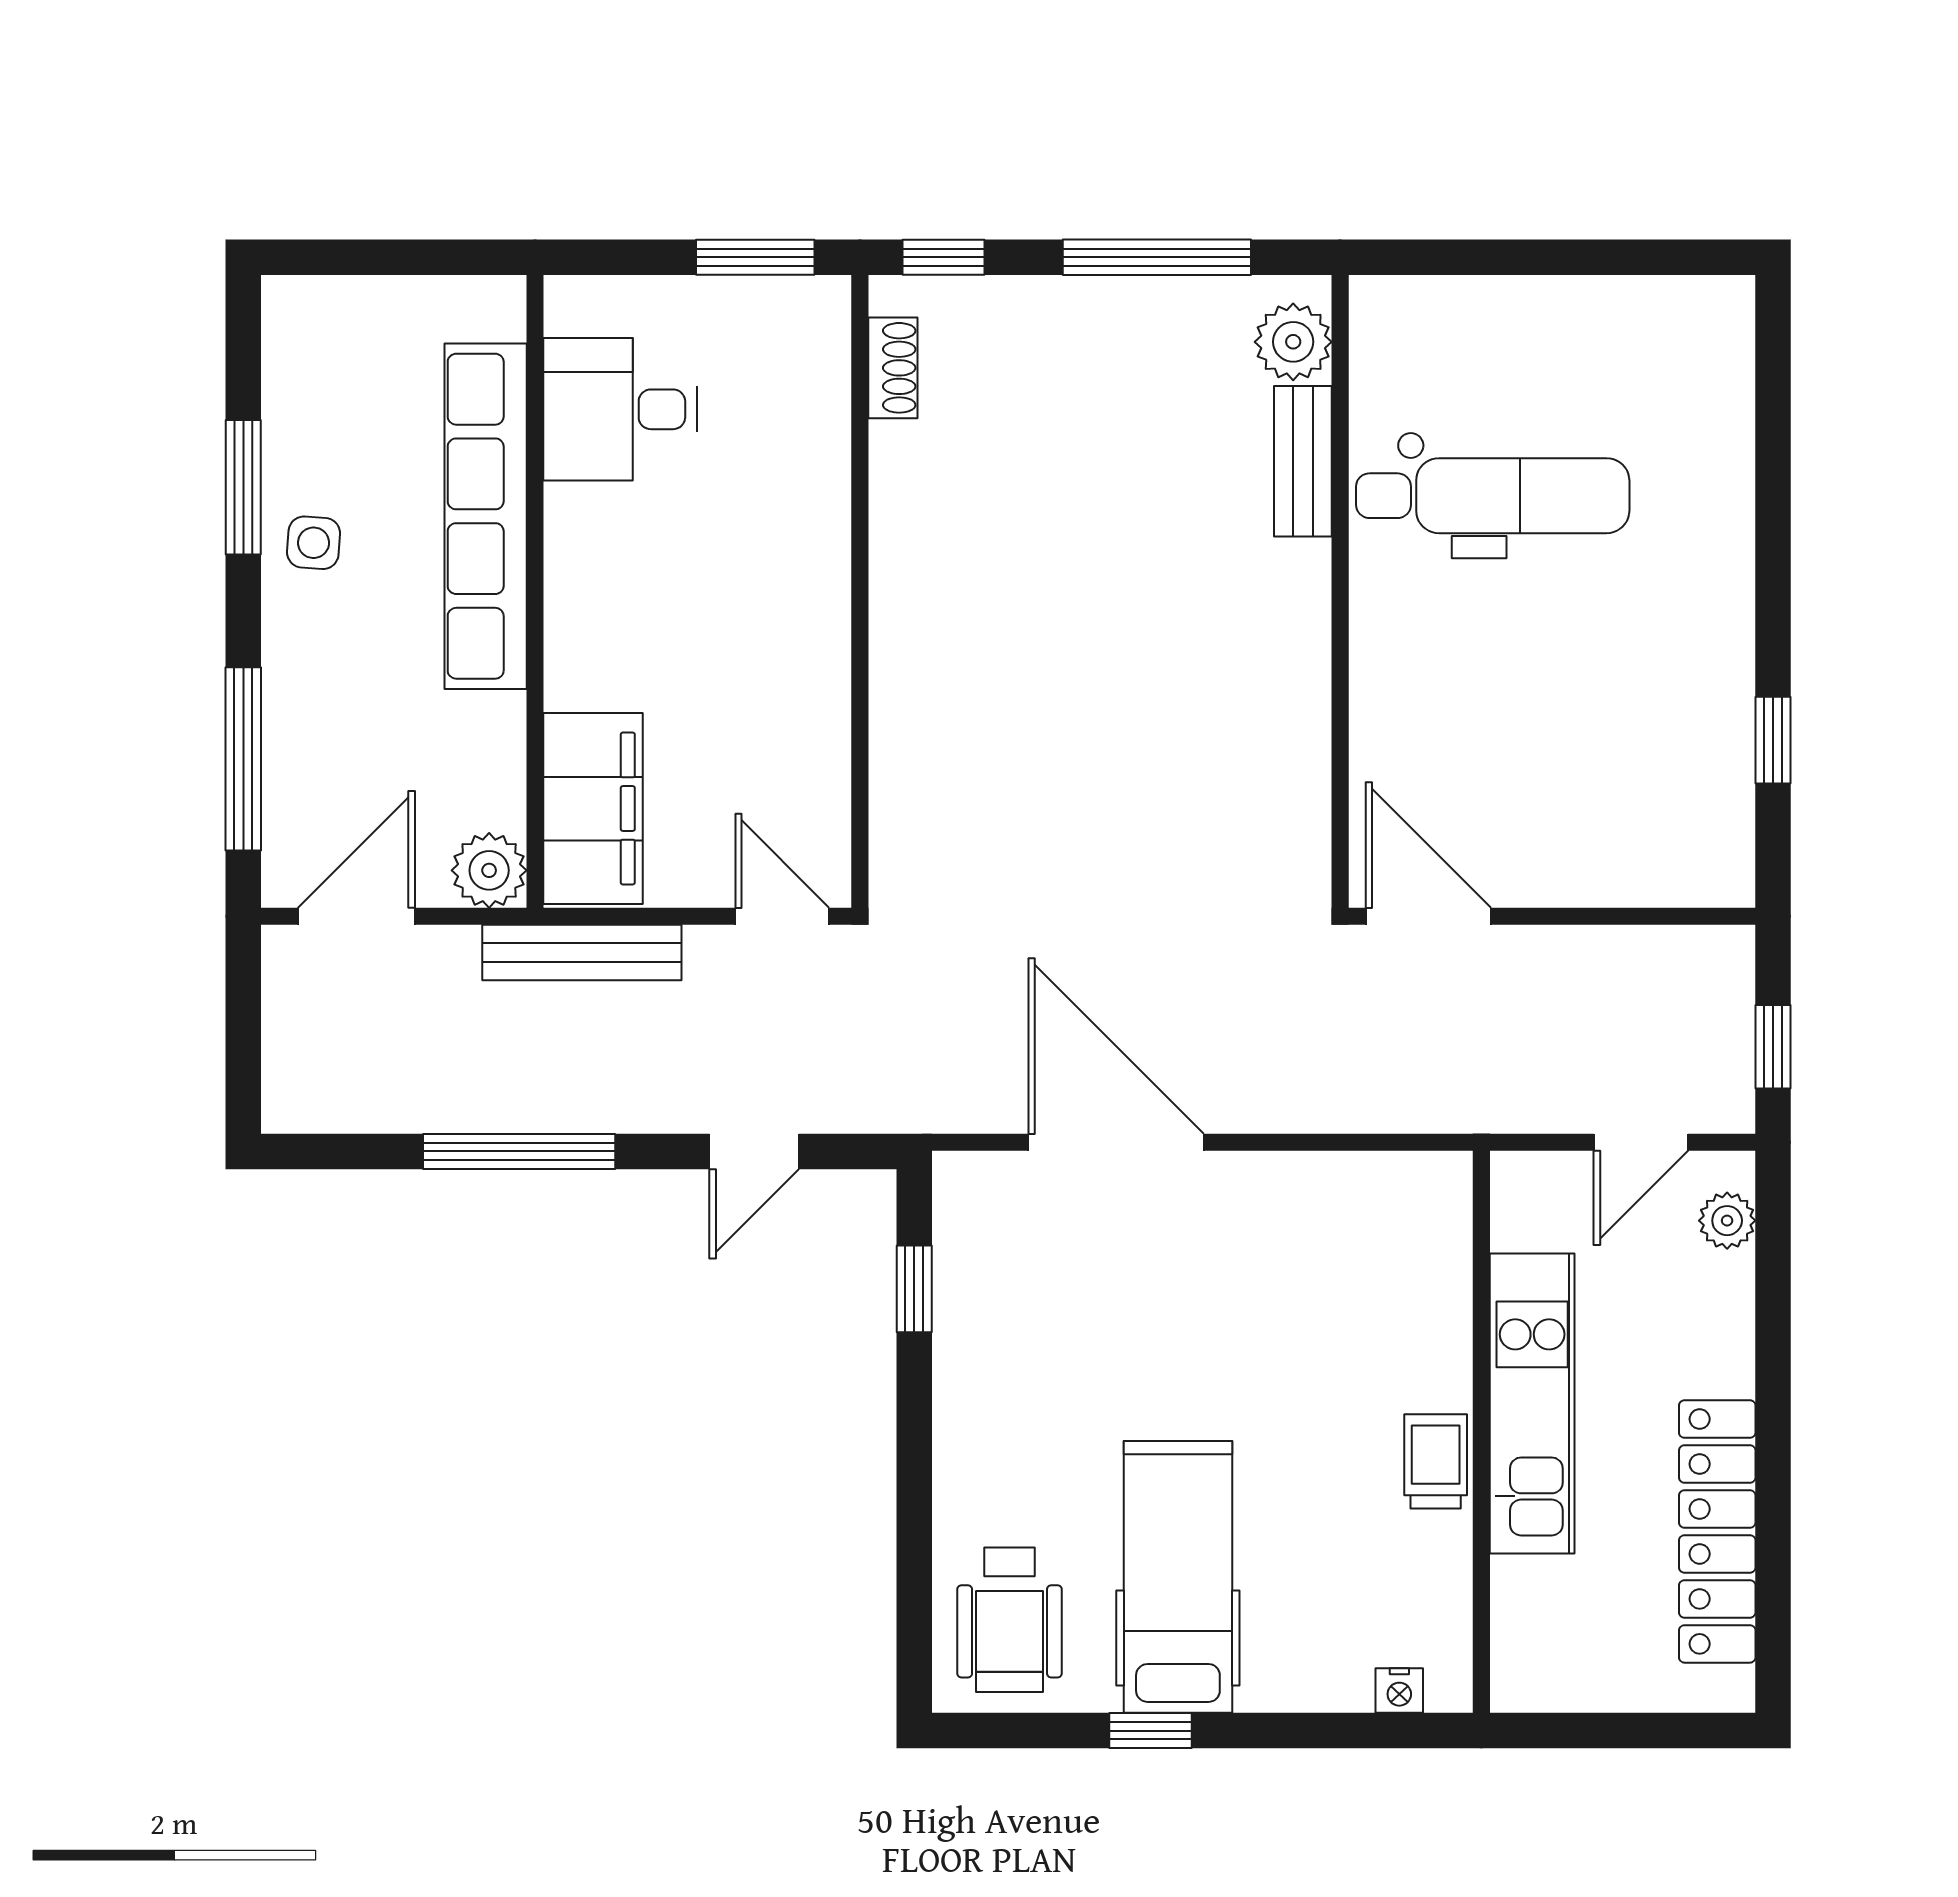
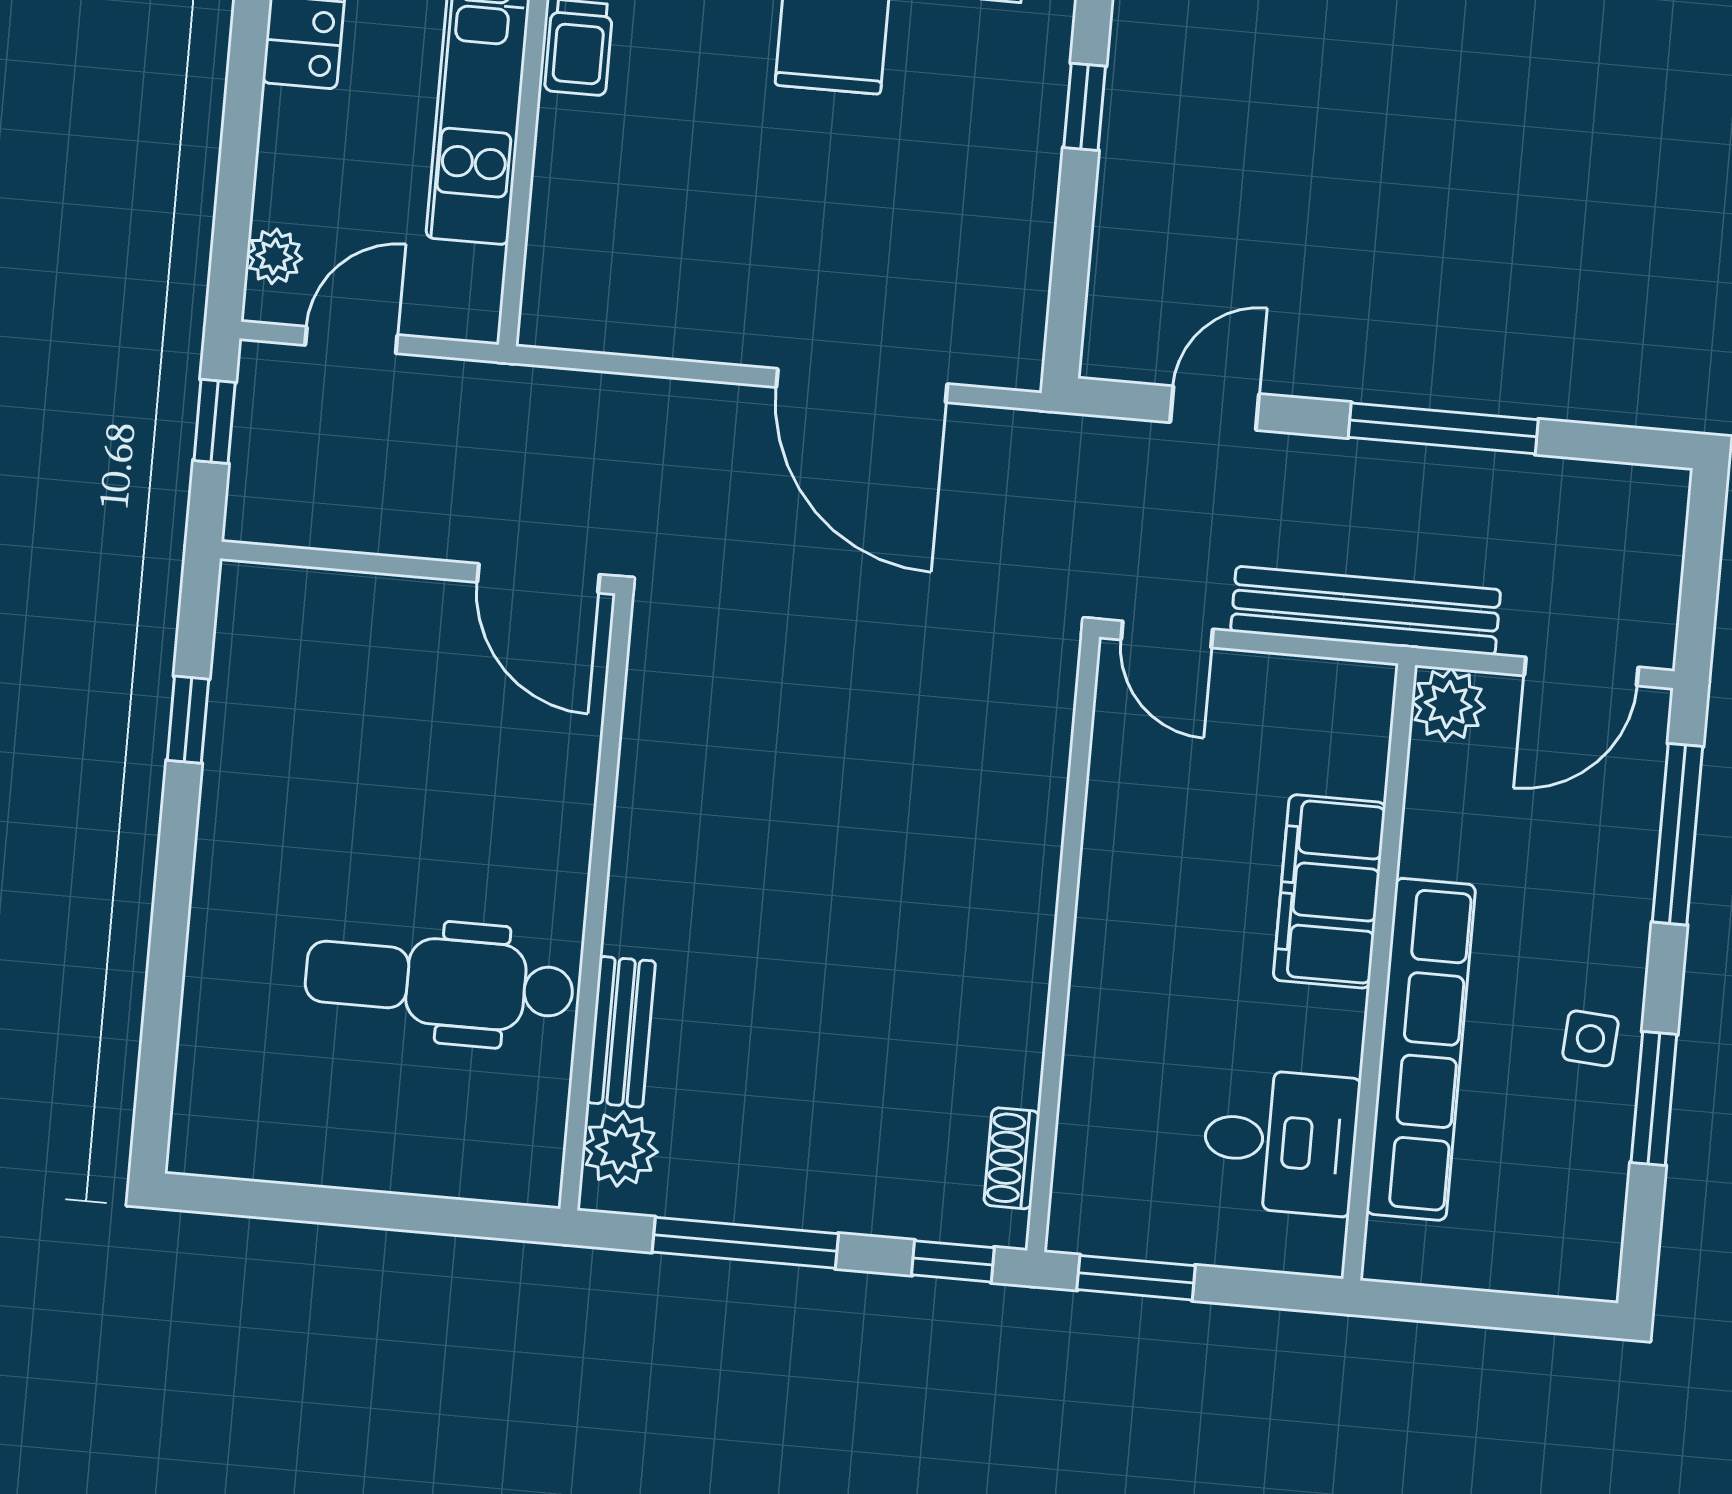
filing cabinet: (593, 809) -> (1329, 891), moved
bench: (582, 953) -> (1366, 611), width x1.37, depth x1.21
window: (914, 1289) -> (1085, 107), moved

